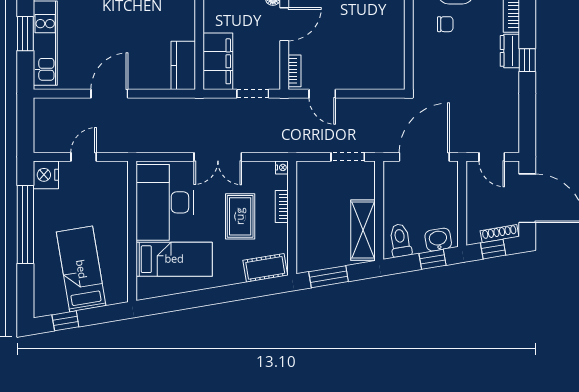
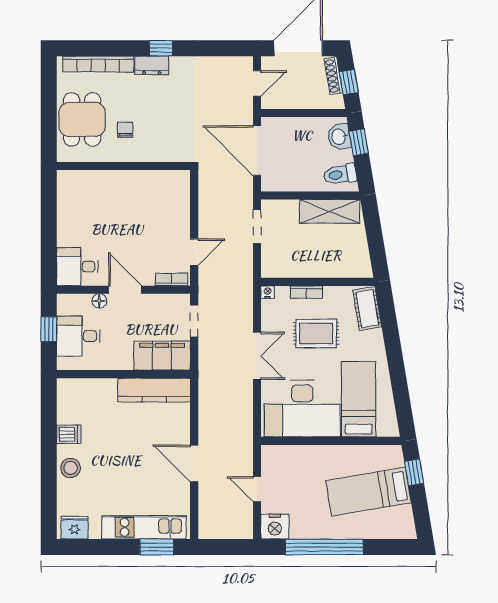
window: (25, 34) -> (157, 547), moved
kitchen counter: (183, 65) -> (154, 390), width x1.50
window: (329, 277) -> (376, 246), removed
window: (65, 321) -> (414, 472), moved

